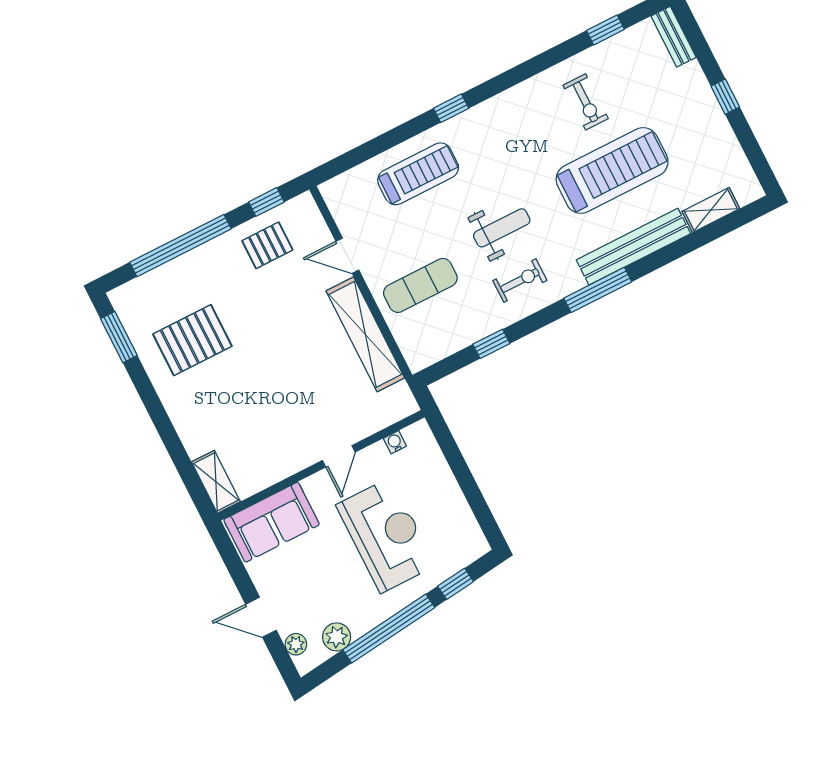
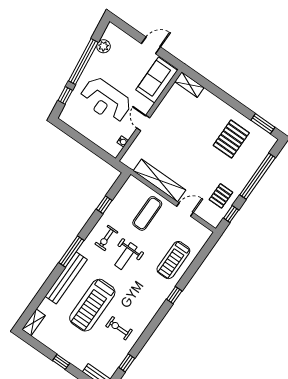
shelving: (711, 210) -> (34, 322), moved
door: (261, 617) -> (151, 45), moved
plant: (296, 644) -> (119, 34), removed

